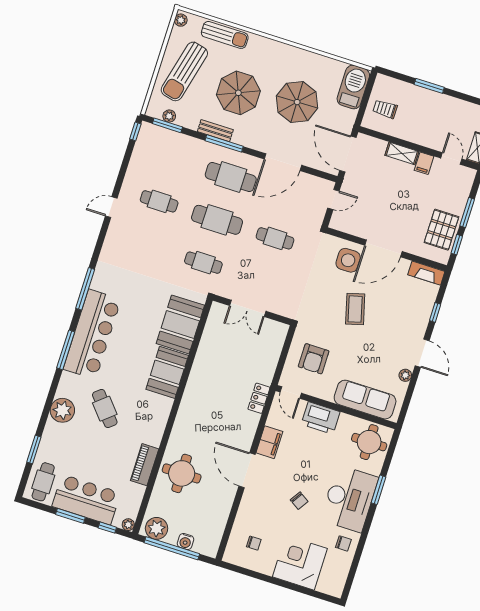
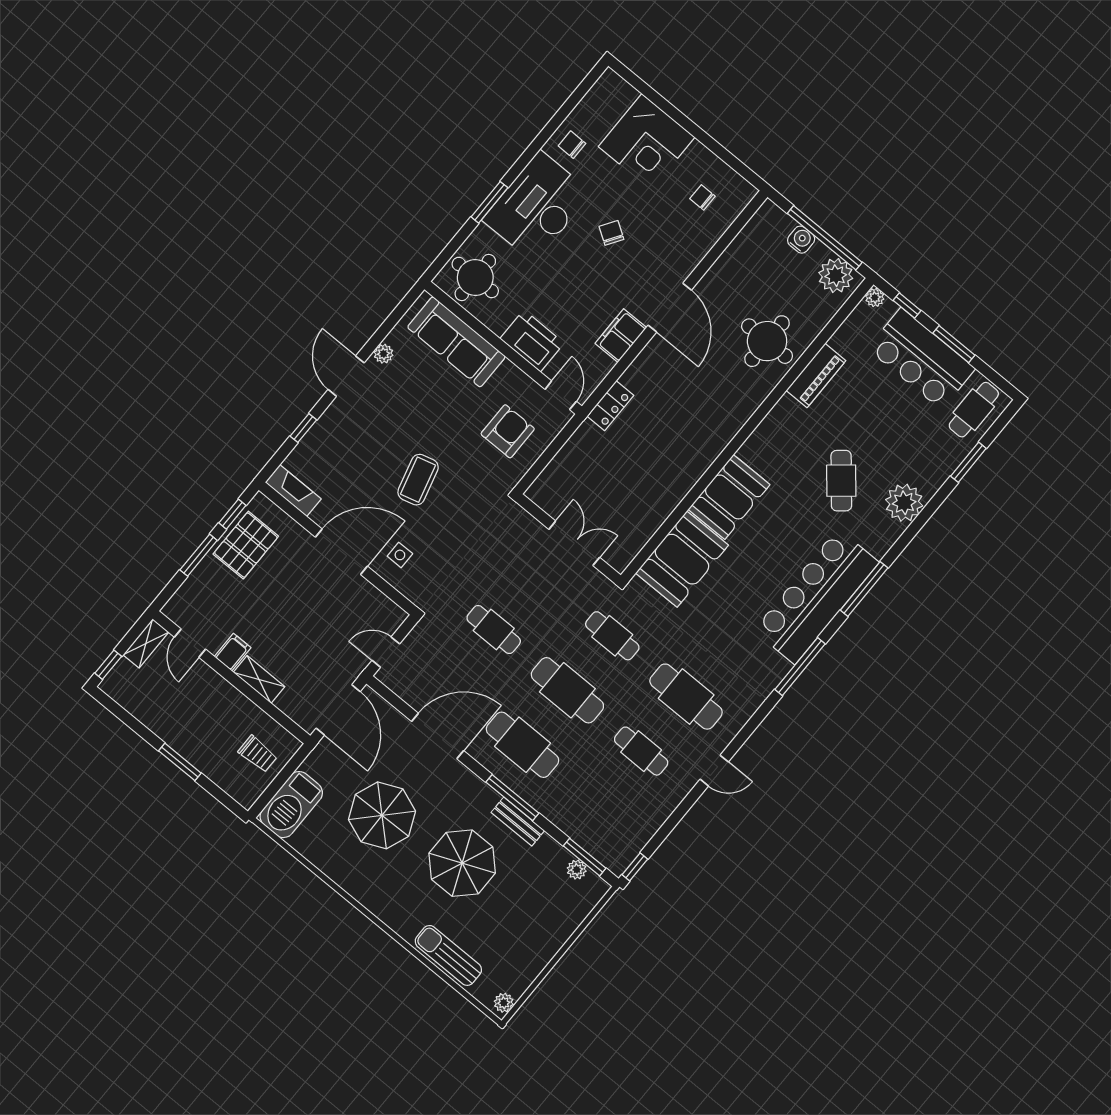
sun lounger: (184, 71) -> (529, 926), removed
cafe table: (145, 244) -> (686, 697), added
side table: (348, 260) -> (400, 555), width x0.54, depth x0.54

